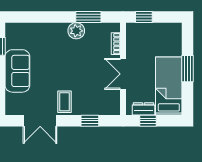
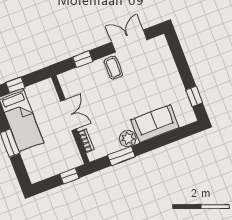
sofa: (17, 71) -> (155, 124), moved, turned 90
dresser: (143, 109) -> (37, 89), removed
window: (148, 121) -> (15, 85), moved

